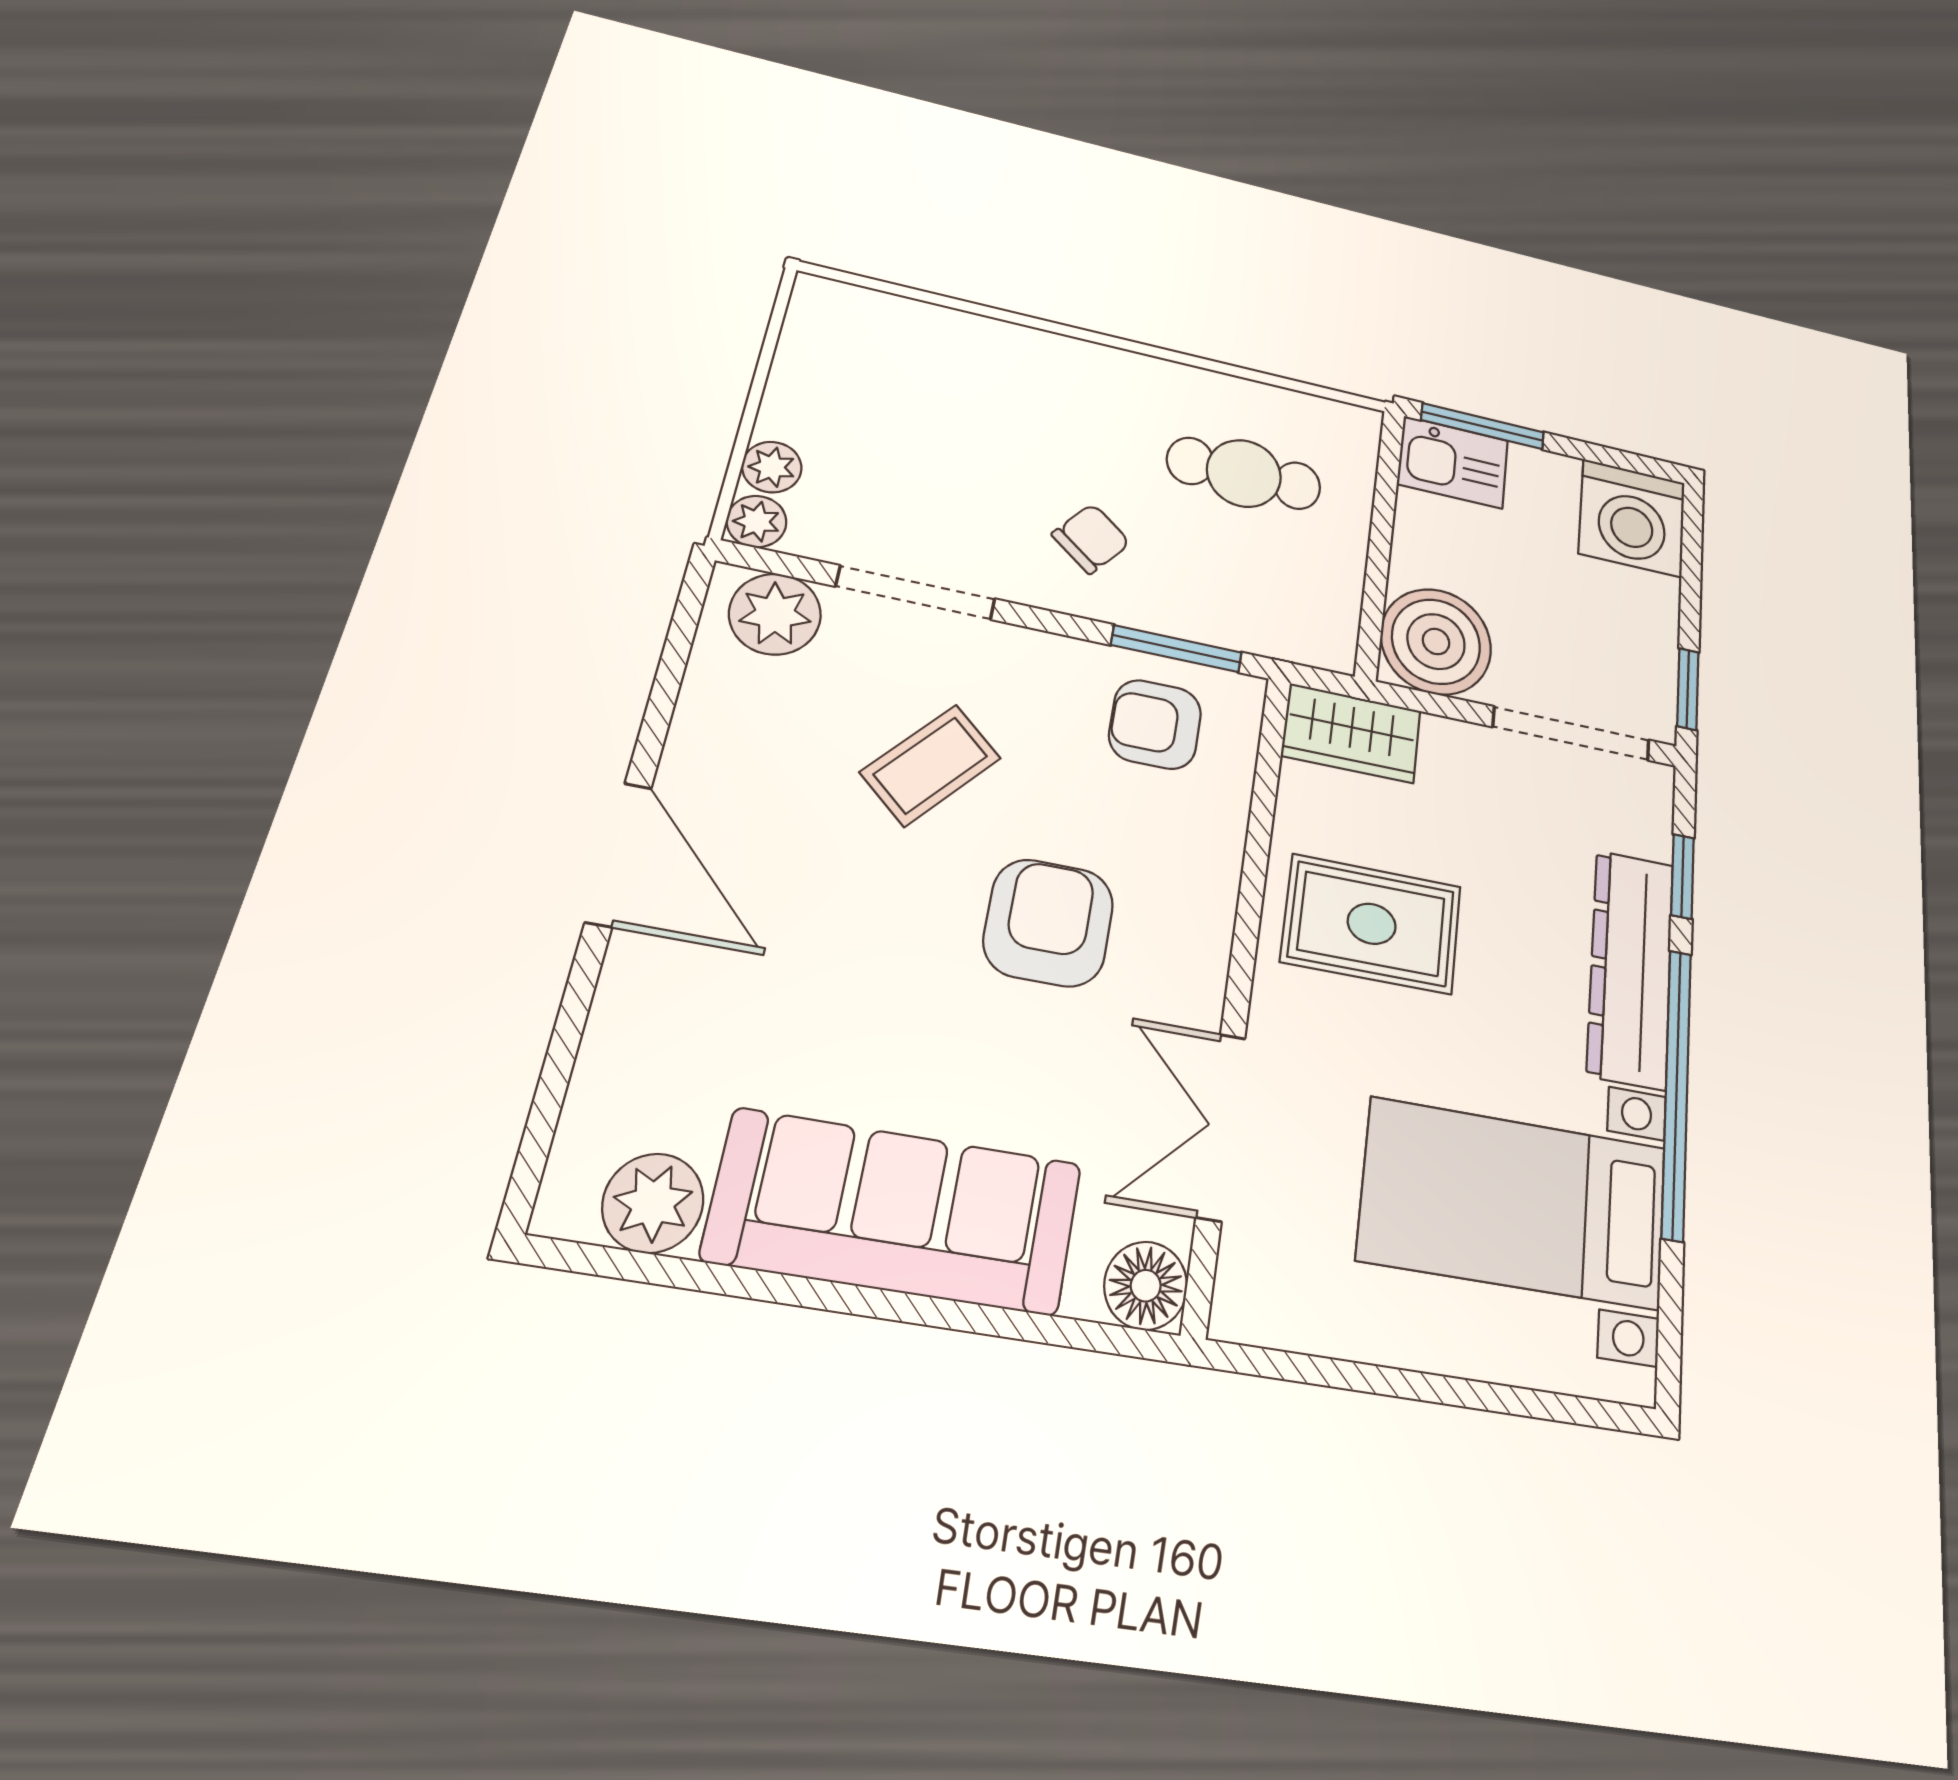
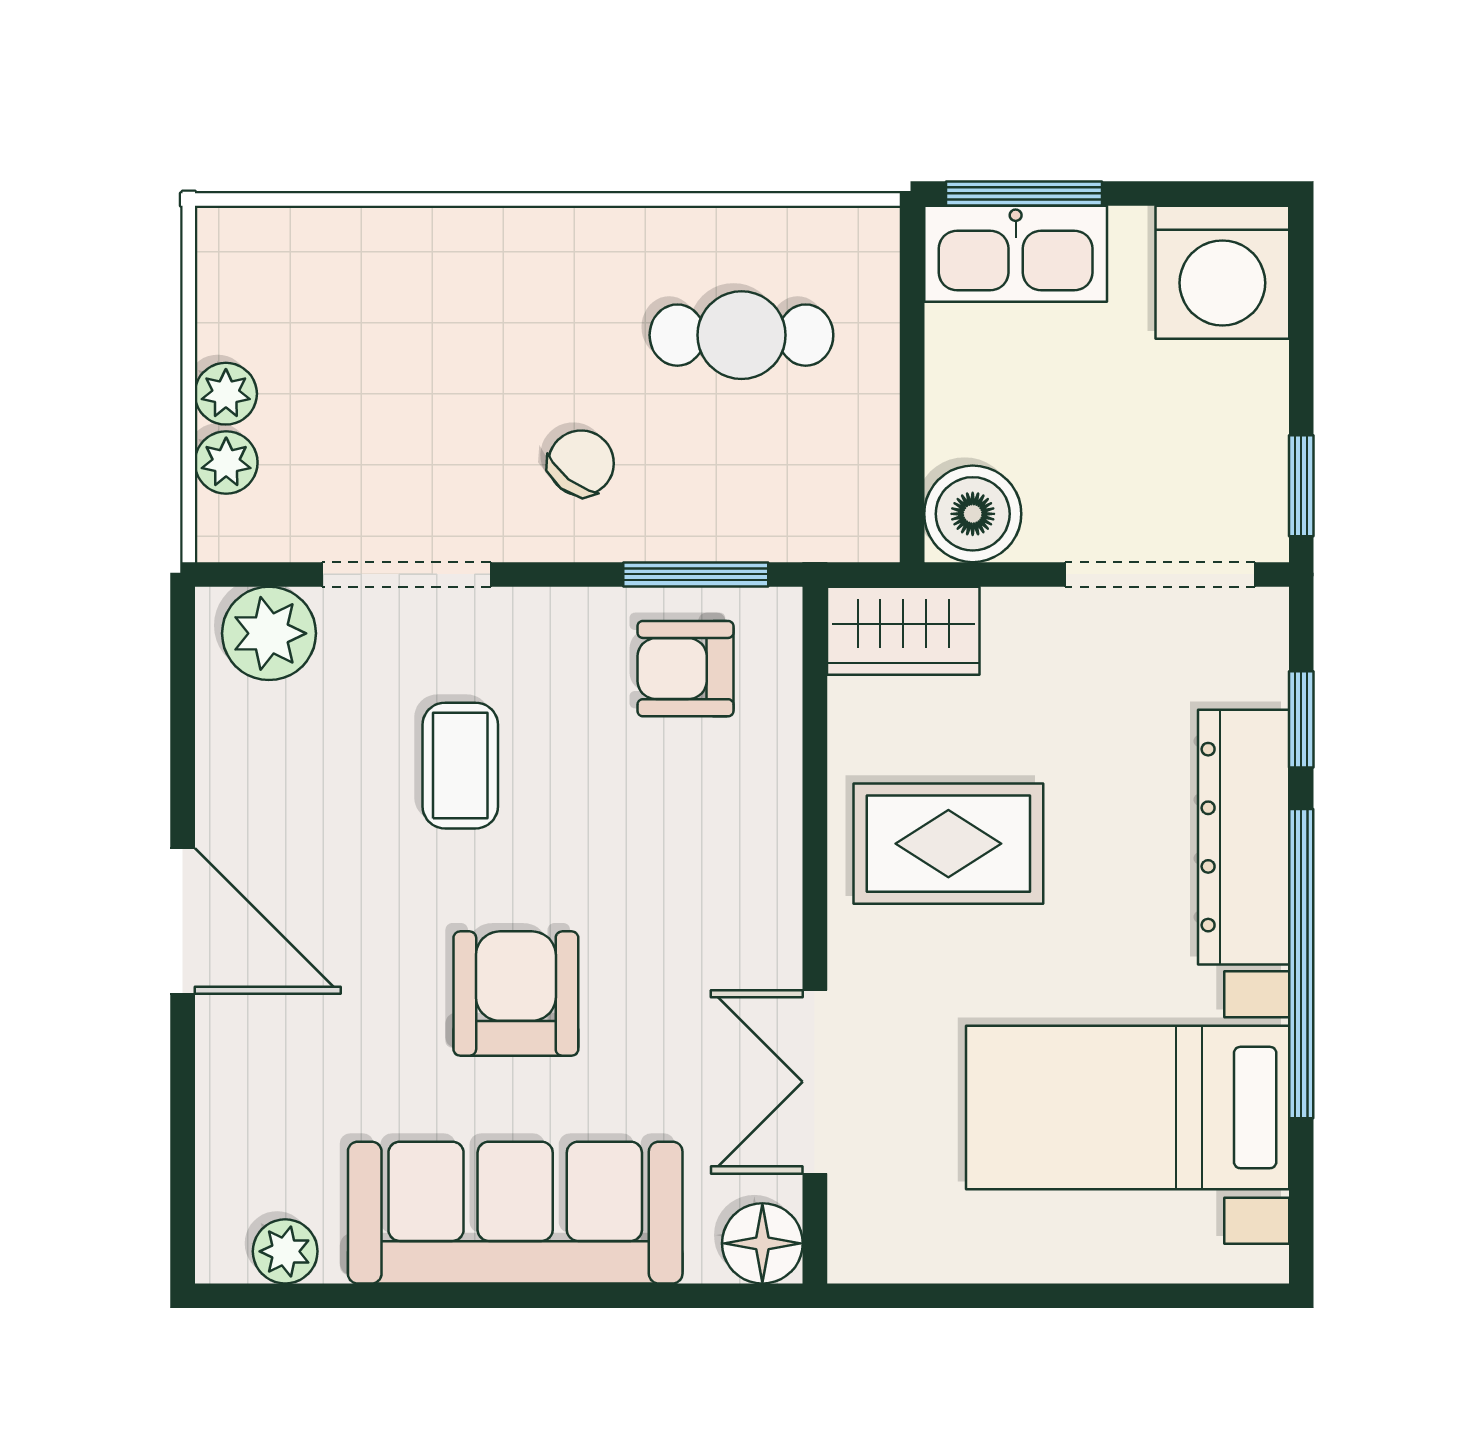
kitchen sink: (1453, 462) -> (1016, 254), width x1.38
plant: (757, 521) -> (226, 394), moved
boiler: (1436, 642) -> (973, 514), width x0.73, depth x0.73
coffee table: (931, 765) -> (460, 766), turned -41
armchair: (1049, 923) -> (516, 994), moved
plant: (653, 1203) -> (285, 1251), width x0.73, depth x0.73

